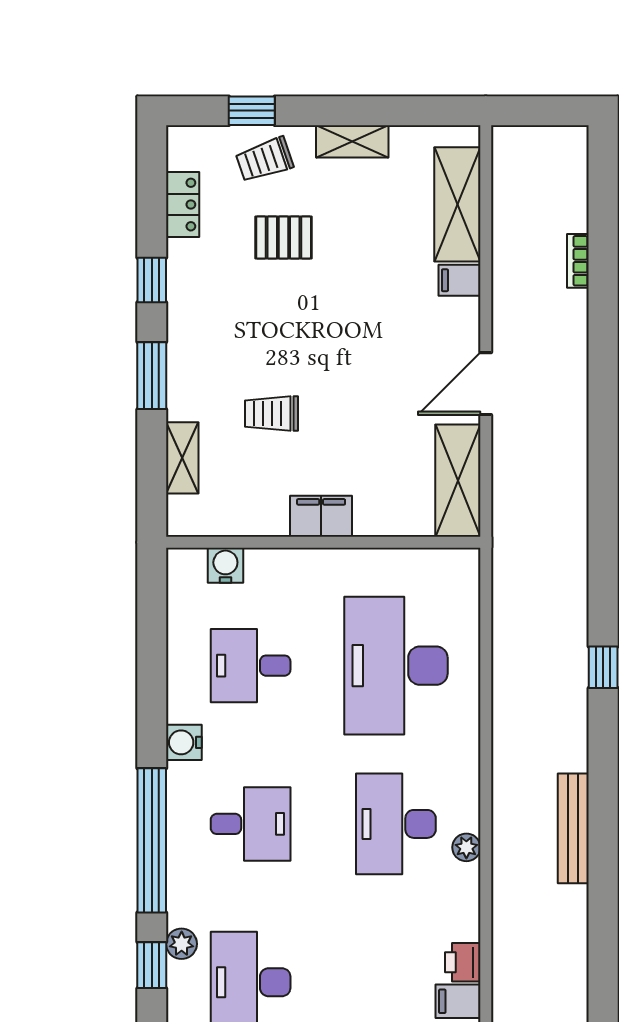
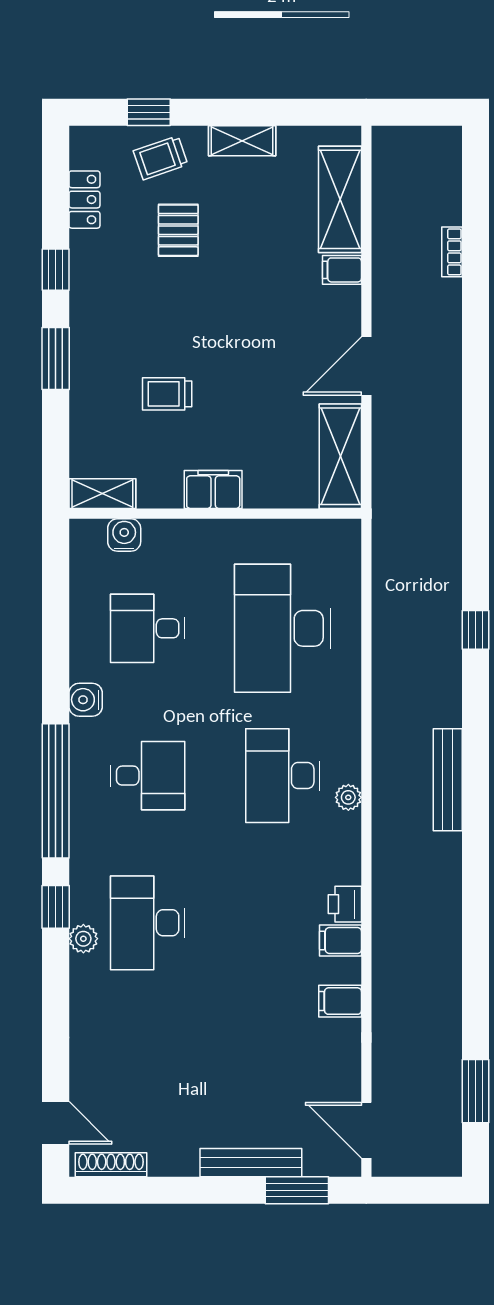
pallet: (284, 238) -> (178, 230), turned 90
shelving: (182, 458) -> (102, 494), moved, turned 90
plant: (182, 944) -> (83, 939), moved

